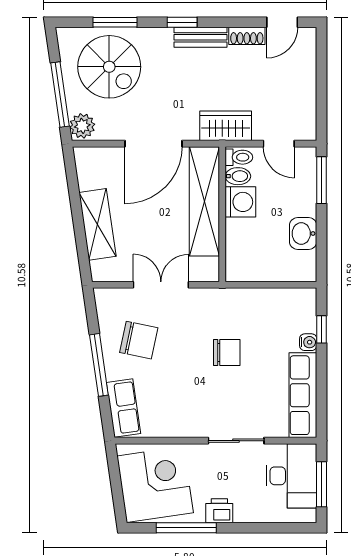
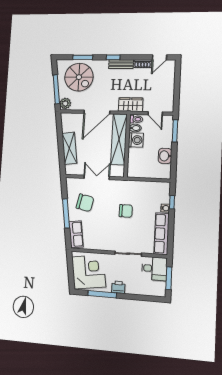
desk: (291, 476) -> (154, 269), width x0.73

